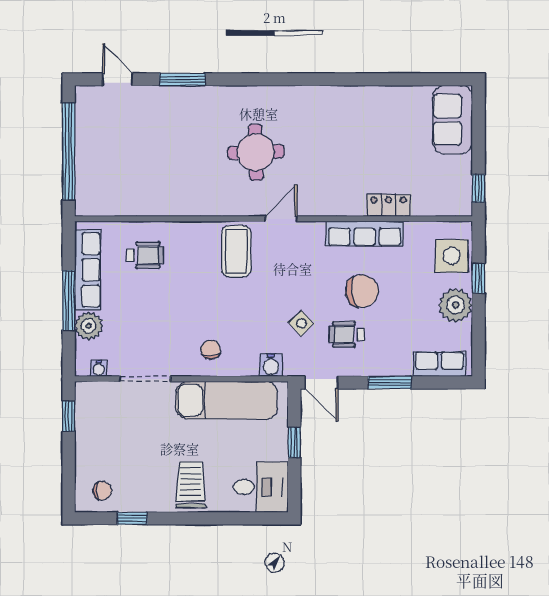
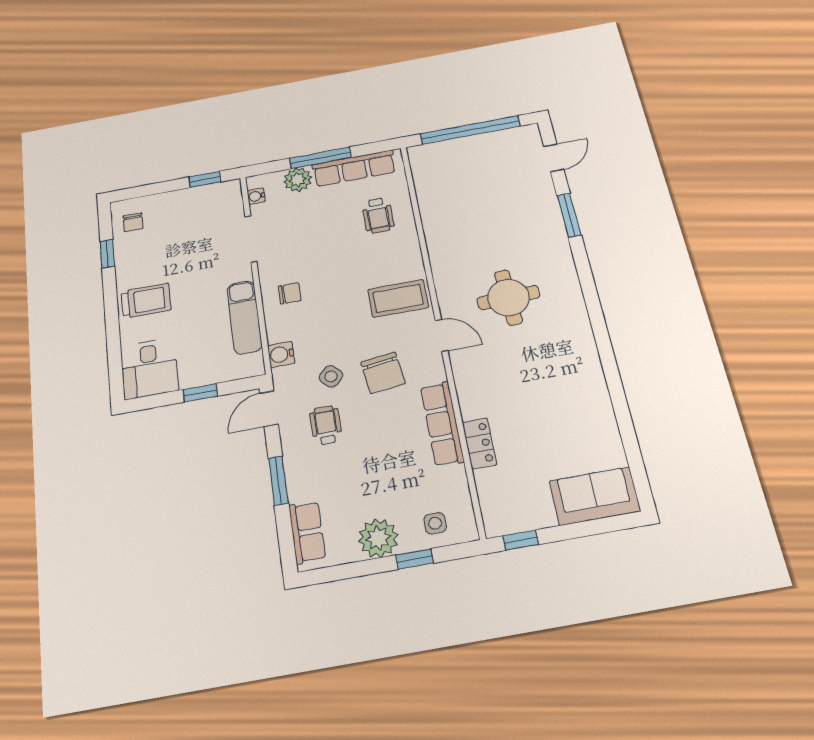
side table: (452, 256) -> (435, 523), width x0.54, depth x0.54
chair: (362, 291) -> (383, 373), moved
exam couch: (227, 400) -> (244, 317), width x0.73, depth x0.69

